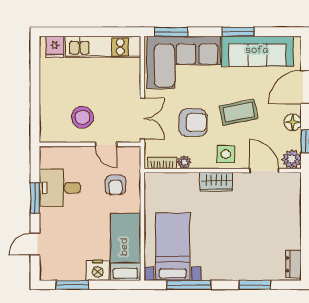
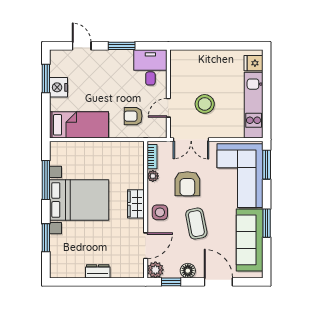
stool: (82, 117) -> (205, 104), moved
desk: (60, 188) -> (150, 67), moved
bed with nightstands: (173, 247) -> (79, 200), moved, width x1.36
dresser: (293, 264) -> (98, 271), moved
nightstand: (98, 270) -> (58, 87), moved

